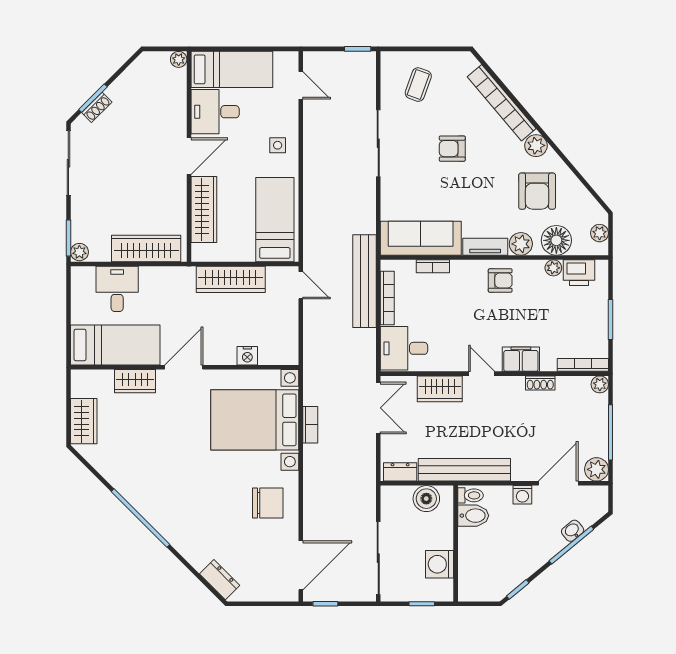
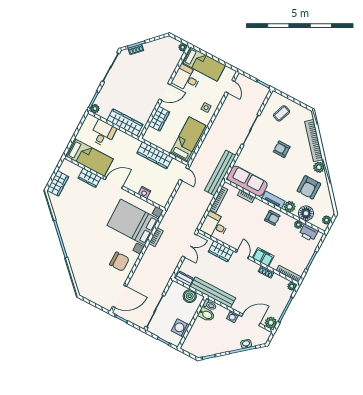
wardrobe: (204, 210) -> (159, 119), width x0.67
bench: (365, 281) -> (220, 173), moved
dresser: (220, 580) -> (81, 284), removed

